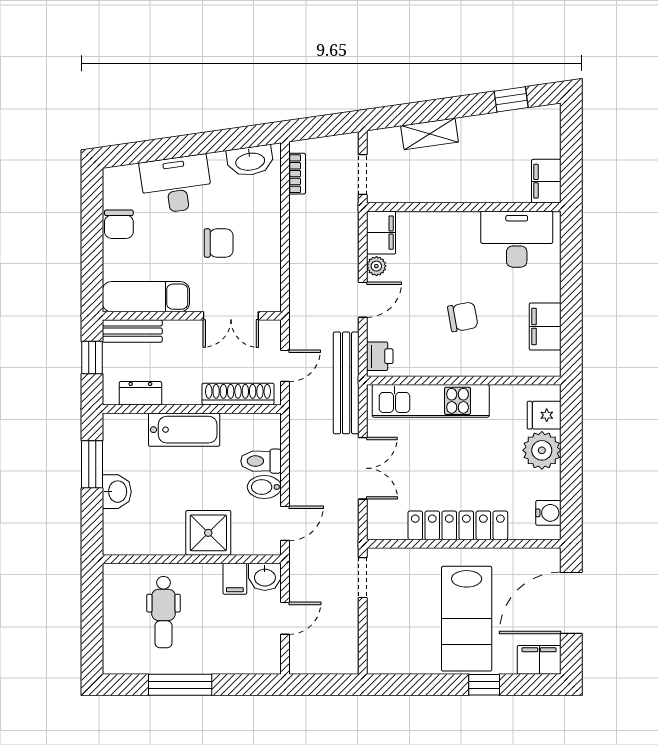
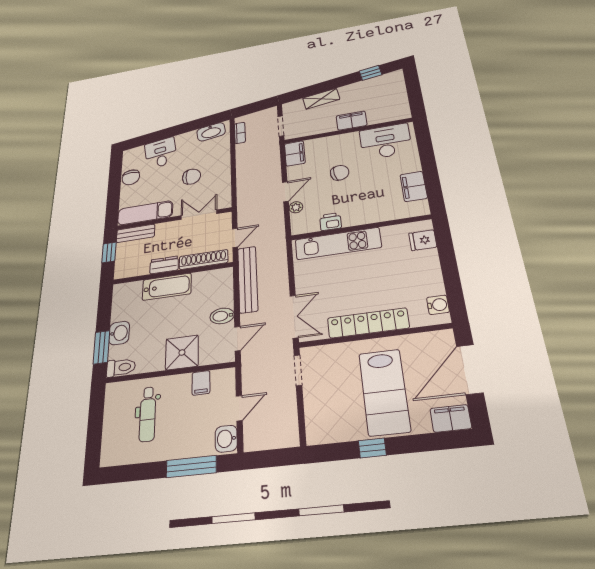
filing cabinet: (546, 181) -> (352, 121), moved, turned 90
desk: (176, 184) -> (161, 153), width x0.73
plant: (376, 266) -> (296, 207), moved
double door: (231, 316) -> (199, 215), swing flipped
chair: (463, 317) -> (340, 173), moved
printer: (380, 356) -> (331, 222), moved, turned -90
bench: (346, 383) -> (248, 279), moved
dresser: (140, 393) -> (164, 265), moved
plant: (542, 450) -> (425, 263), removed
toilet: (261, 461) -> (121, 367), moved, turned 180
window: (92, 464) -> (101, 347), moved
double door: (363, 468) -> (294, 317), moved
washbasin: (265, 577) -> (226, 439), moved, turned 90
window: (180, 685) -> (191, 467), moved
window: (484, 685) -> (372, 448), moved

